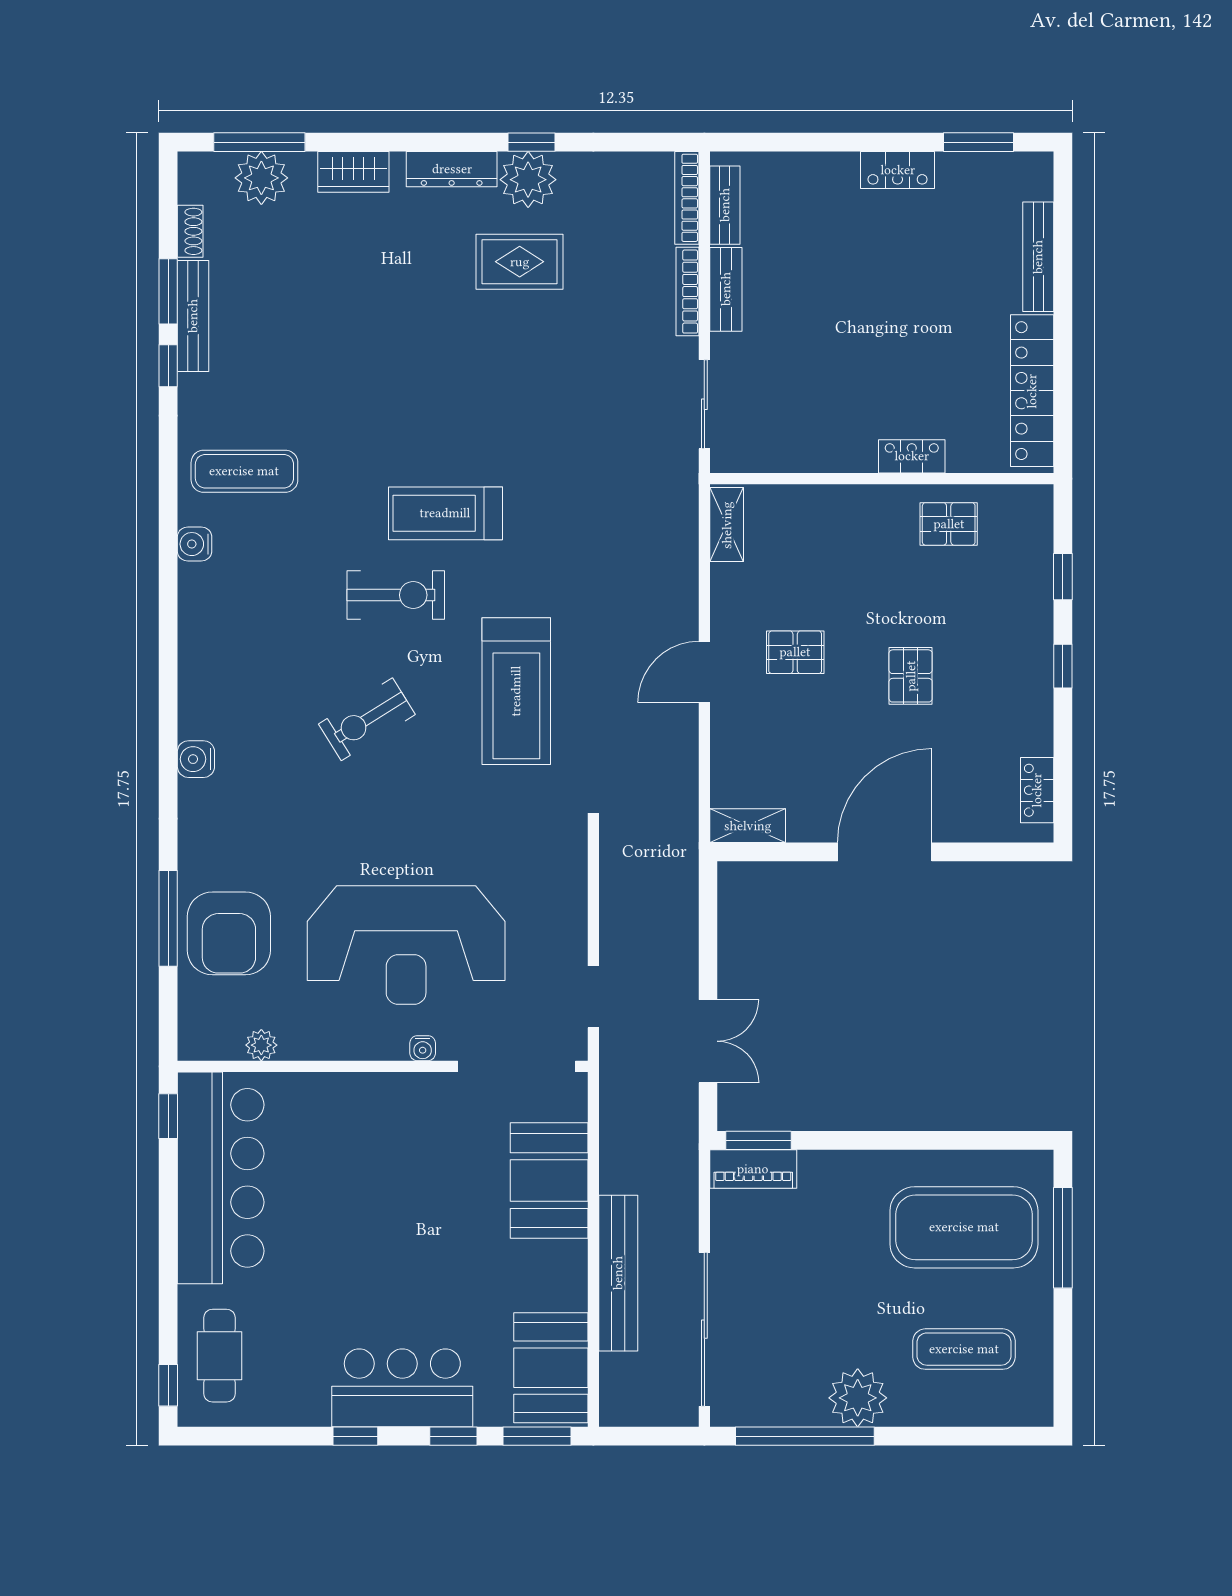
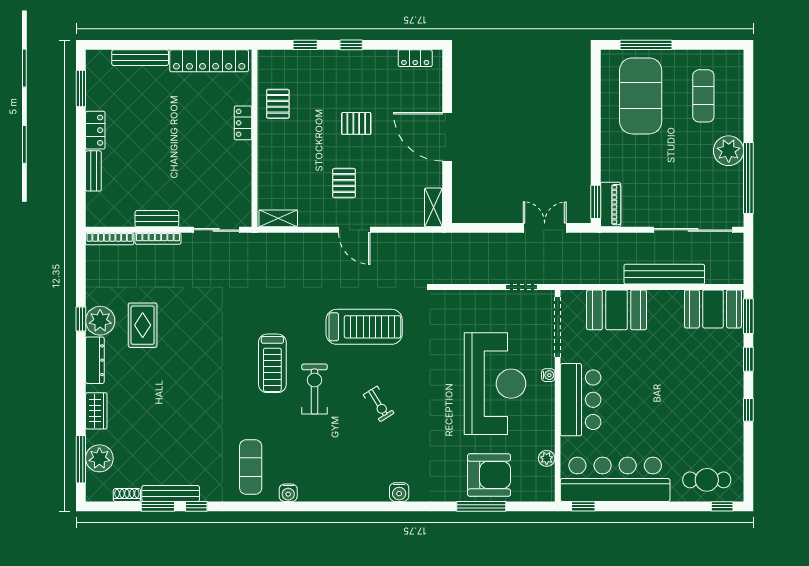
bench: (725, 205) -> (93, 171), moved, turned 90
exercise bike: (367, 719) -> (379, 404), width x0.73, depth x0.72
bar counter: (402, 1388) -> (581, 400), moved, turned 180

